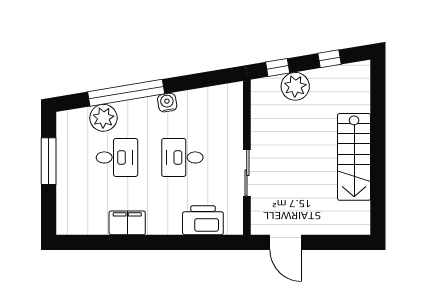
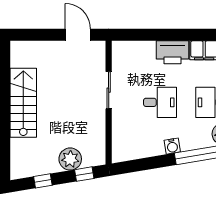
printer: (203, 220) -> (172, 52), moved

